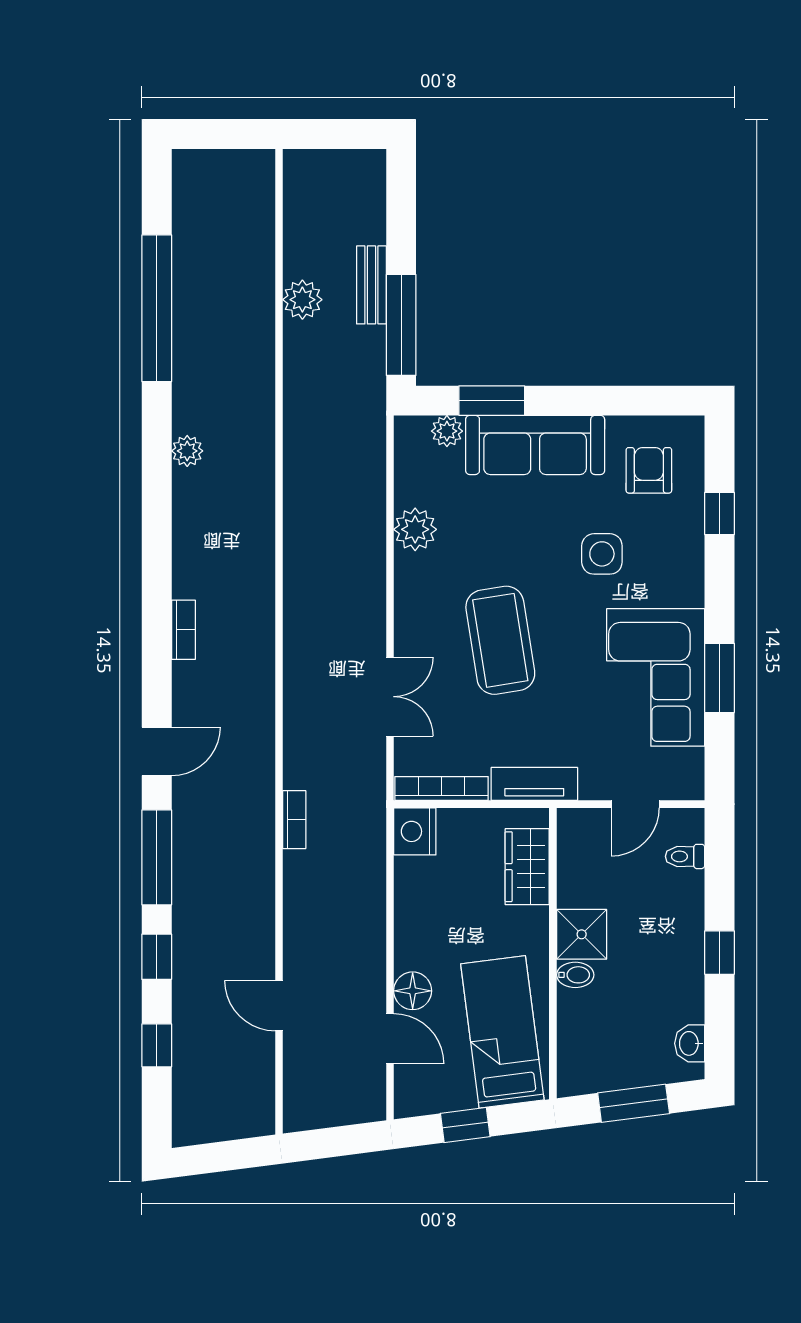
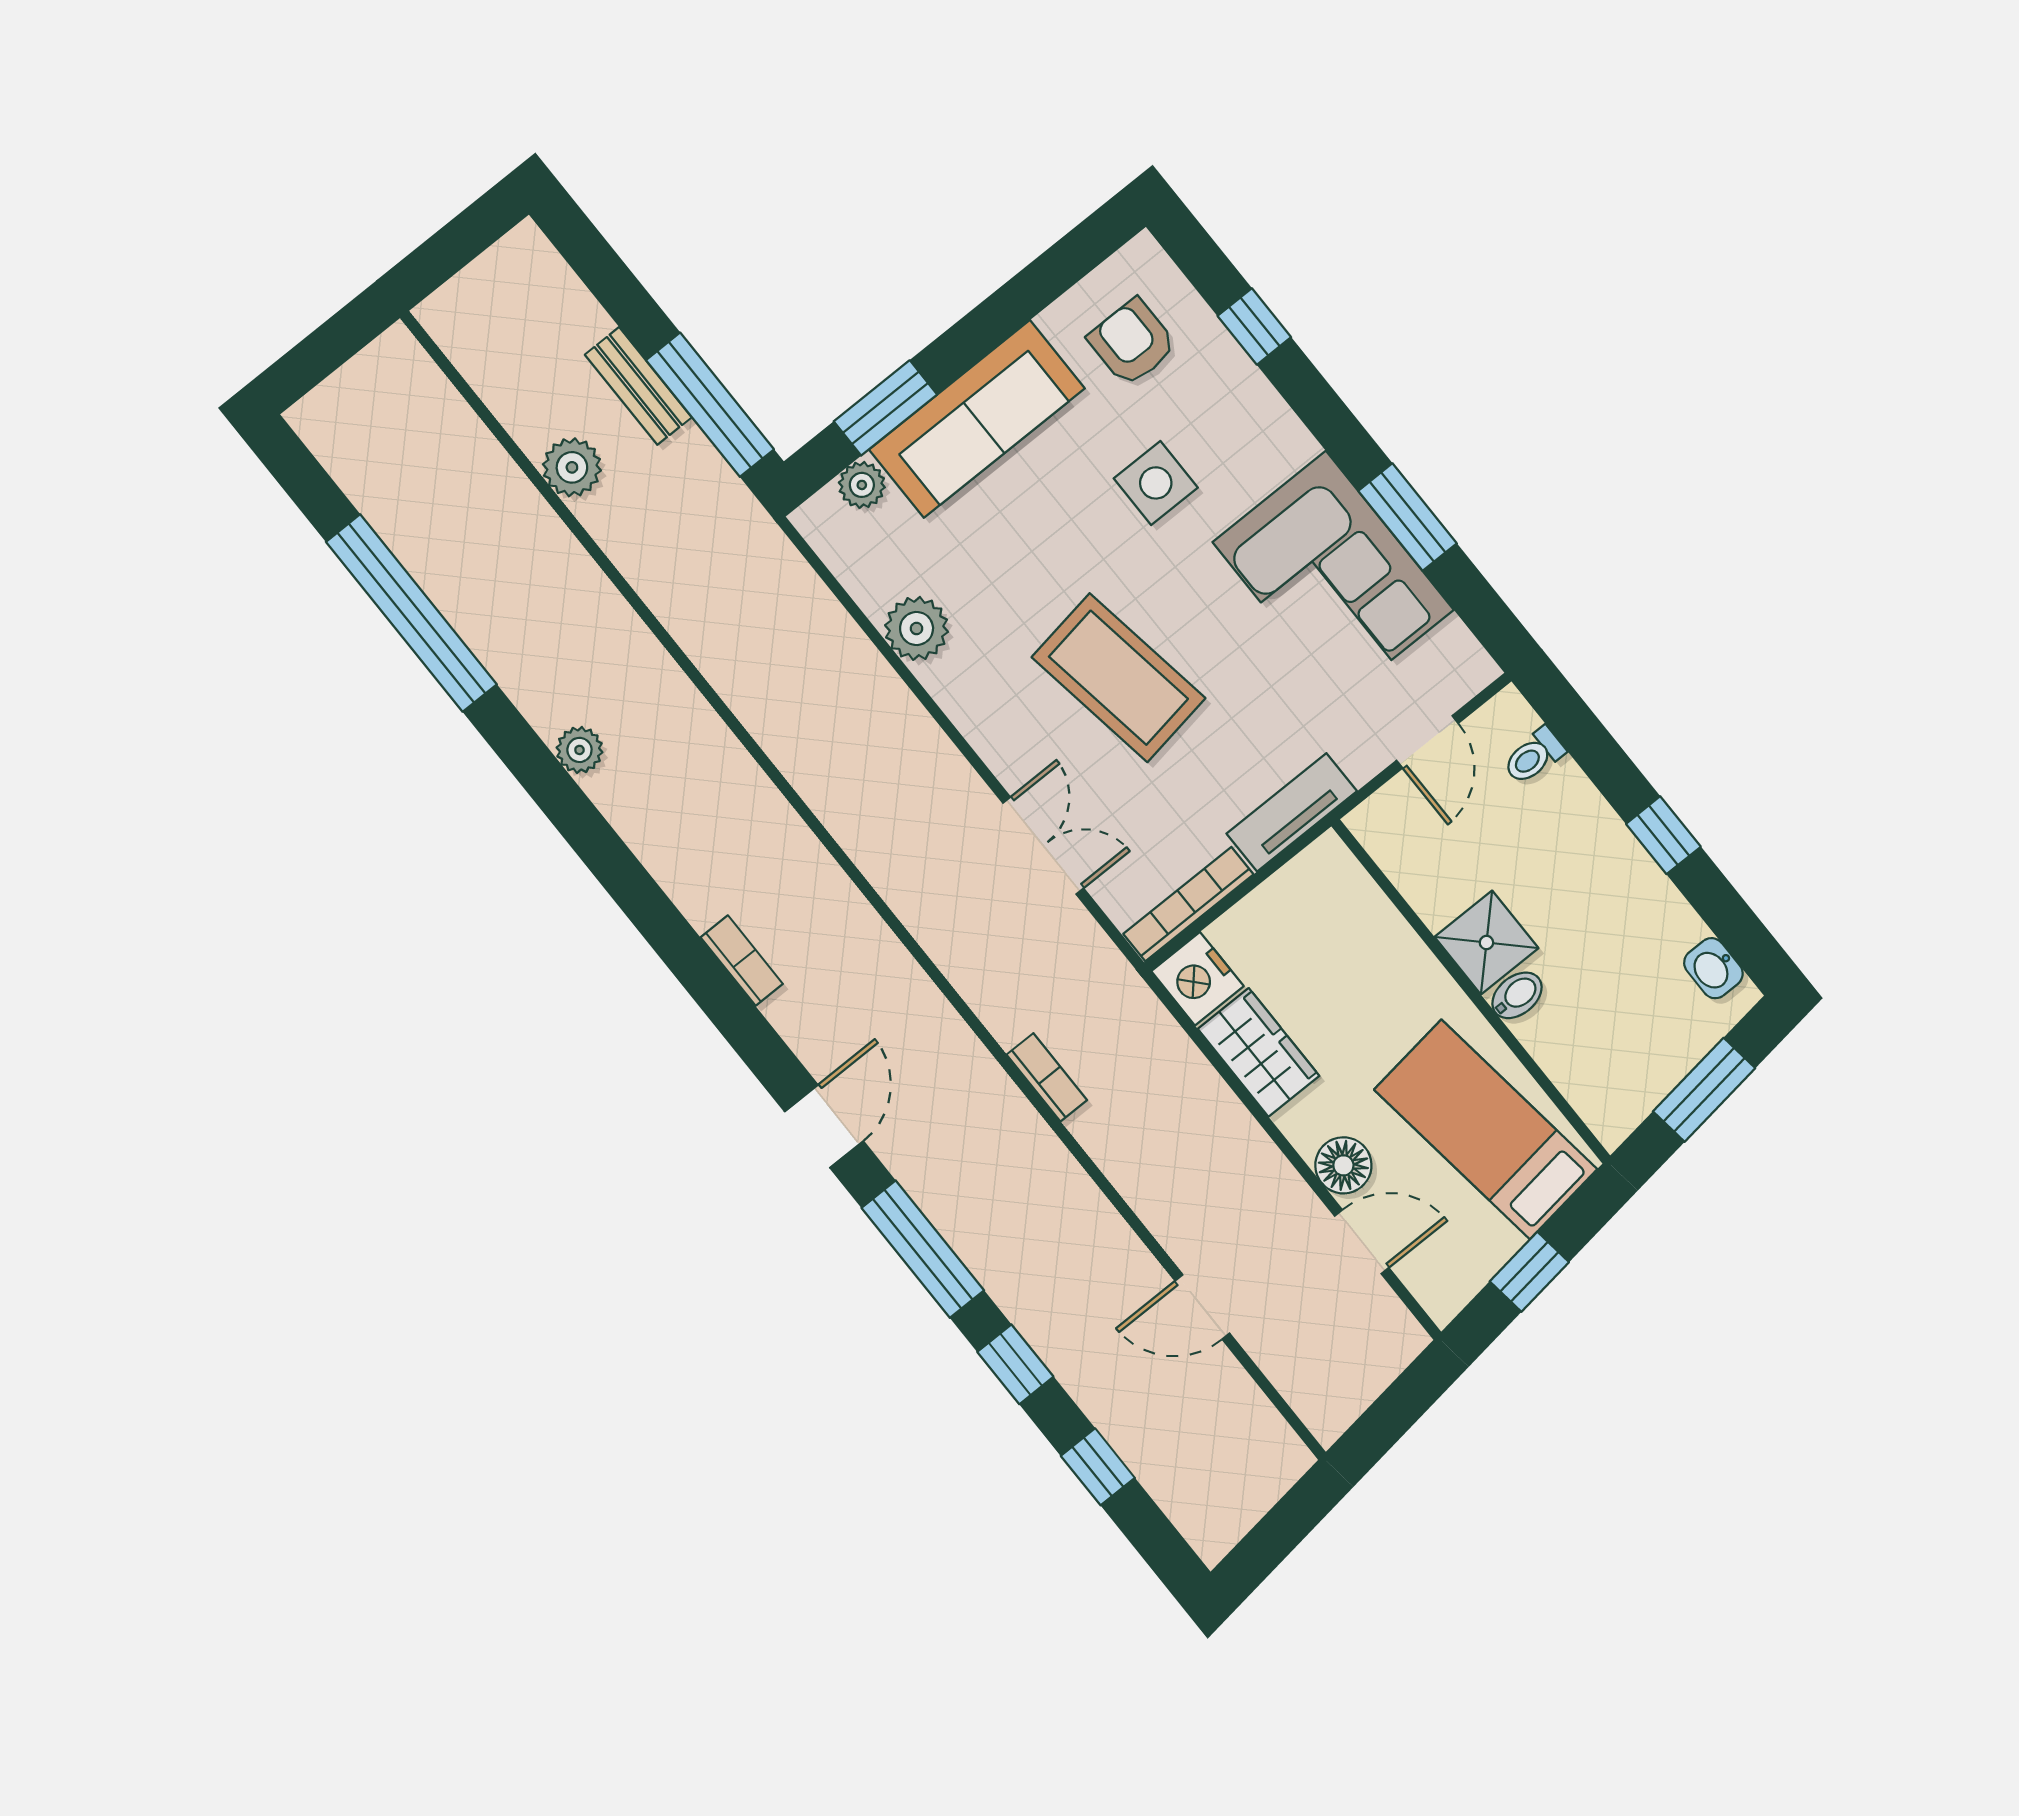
wardrobe: (527, 867) -> (1259, 1052), moved, turned 180

